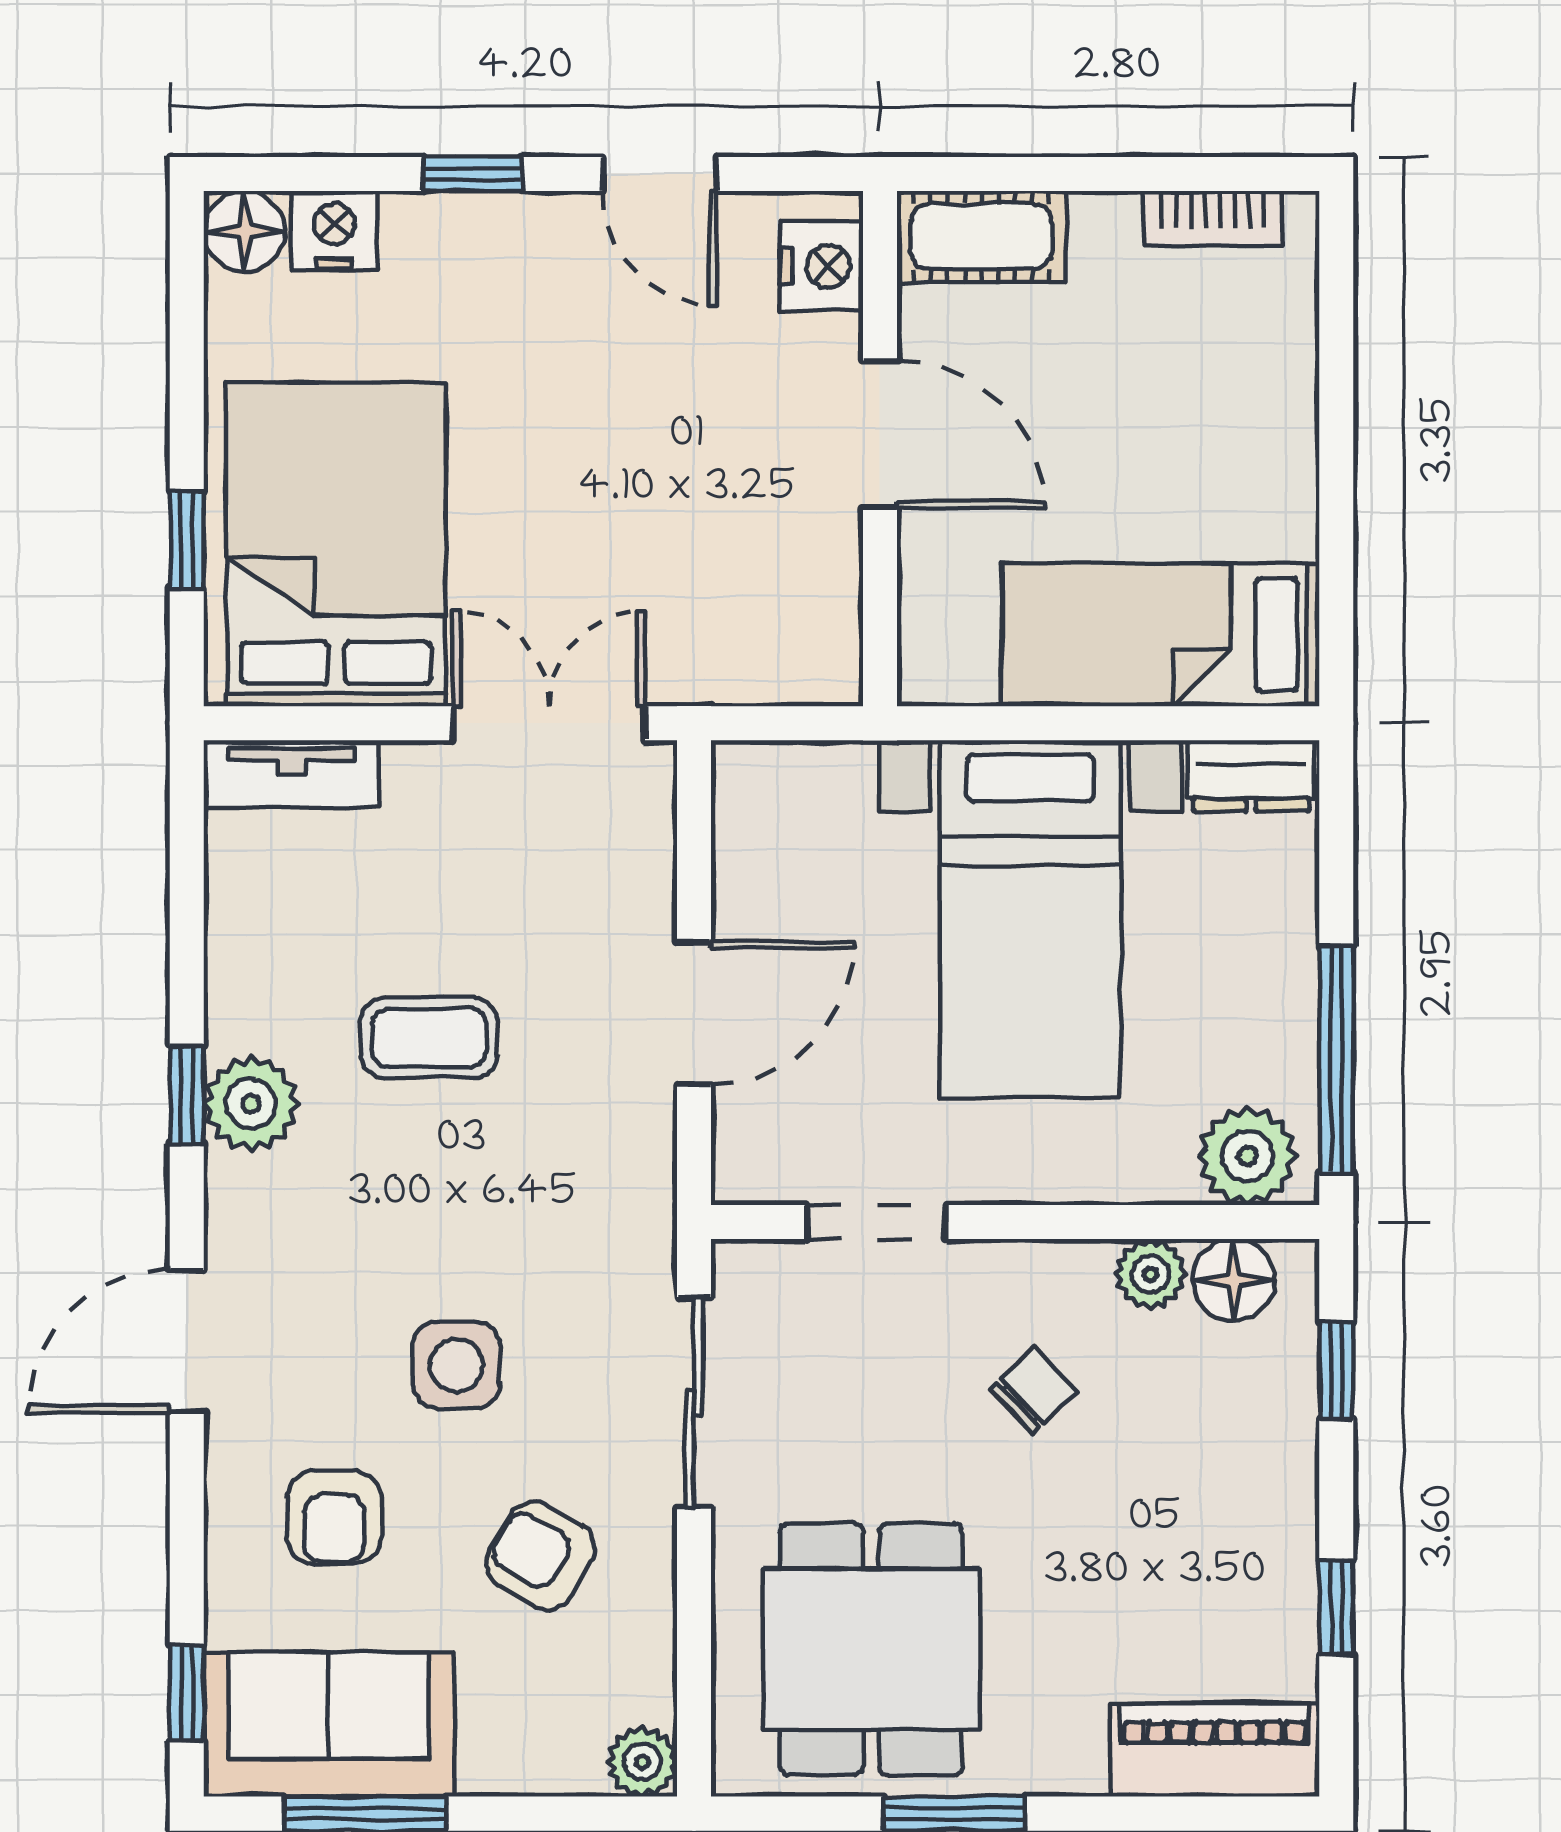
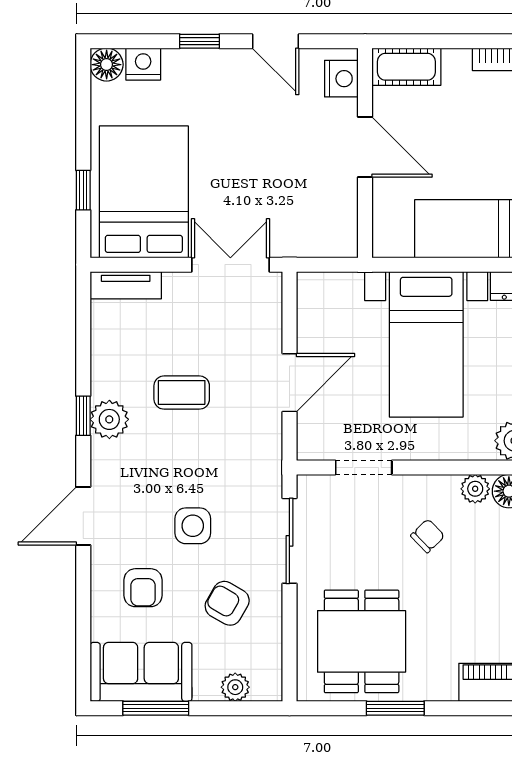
window: (187, 1693) -> (83, 659), removed
plant: (642, 1762) -> (235, 687), moved

